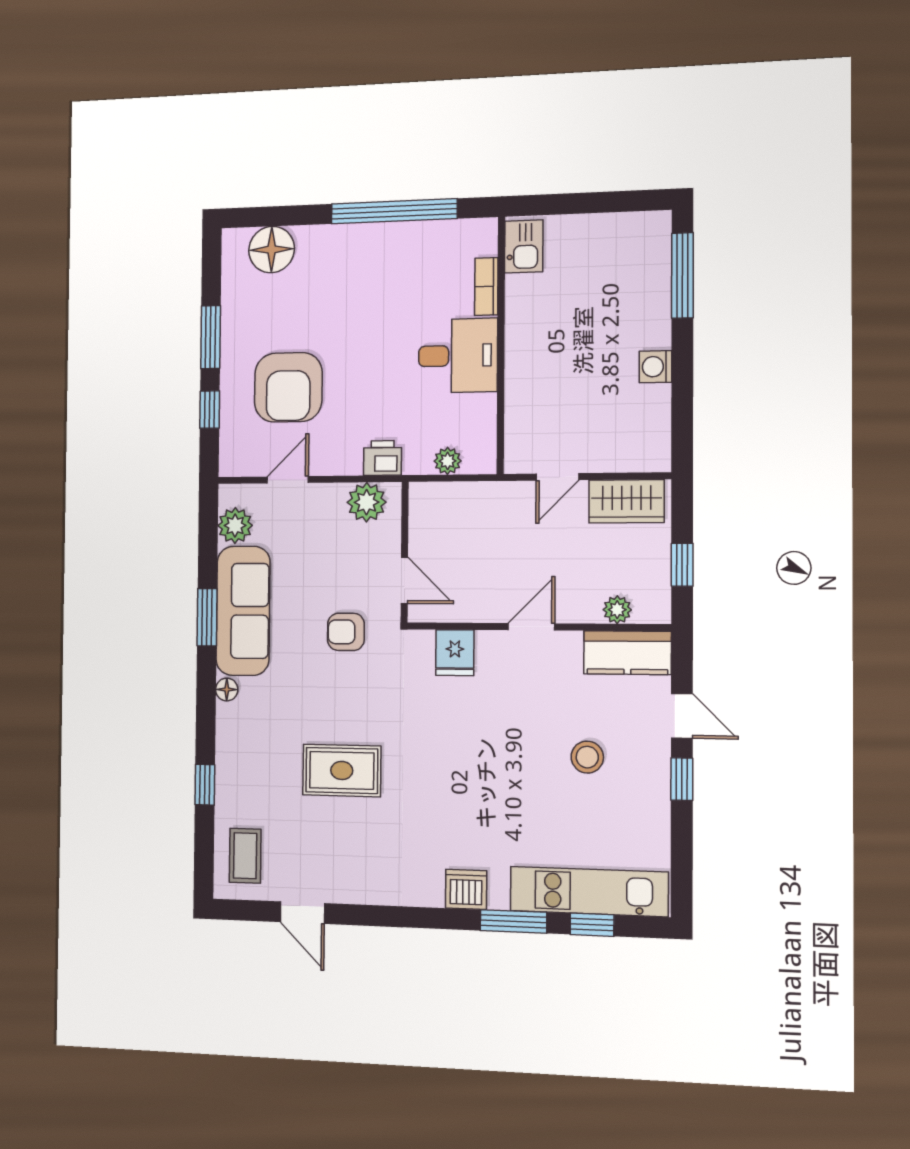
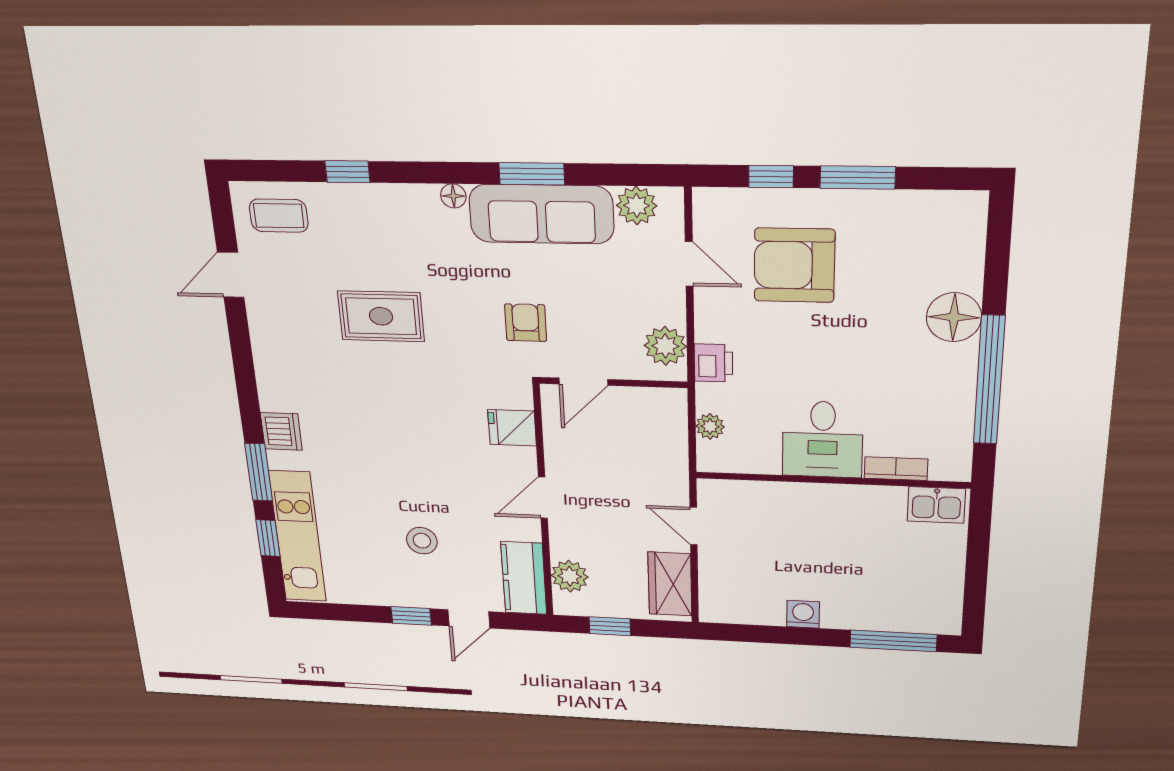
floor lamp: (272, 250) -> (954, 317), moved
plant: (617, 610) -> (570, 576), width x1.38, depth x1.38
door: (531, 627) -> (543, 498), swing flipped
rug: (342, 770) -> (381, 316), turned 90

